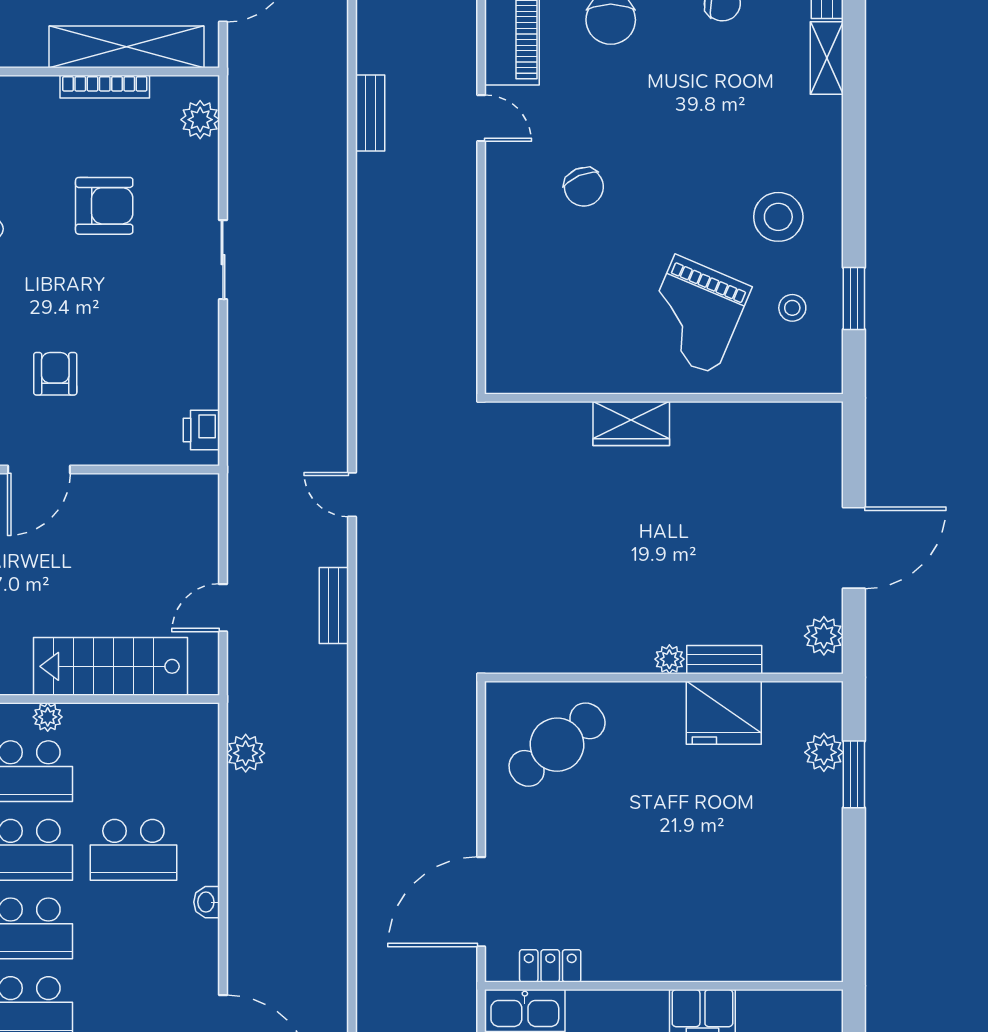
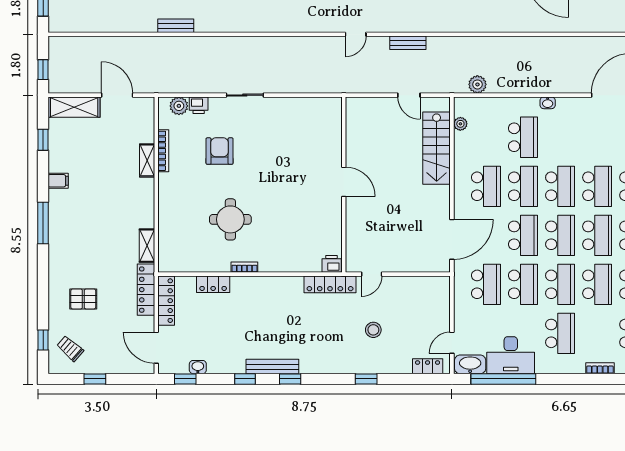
shelving: (126, 47) -> (147, 160), width x0.45, depth x0.75
armchair: (55, 374) -> (299, 174), removed
printer: (201, 430) -> (199, 105), moved
plant: (48, 717) -> (460, 124), moved

